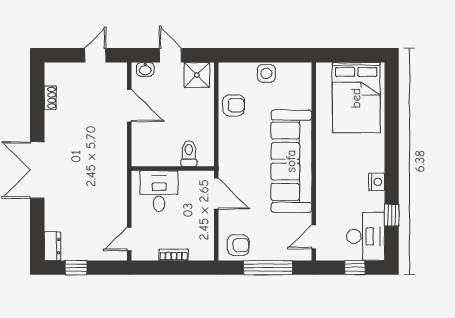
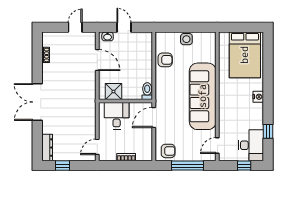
shower: (197, 75) -> (113, 92), moved
toilet: (189, 153) -> (147, 91), moved
nightstand: (377, 182) -> (258, 97), moved
door: (216, 194) -> (154, 117), swing flipped
dresser: (52, 246) -> (47, 148), width x1.44

